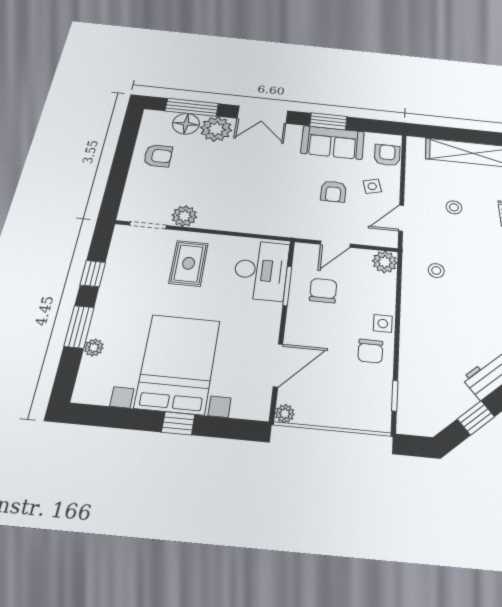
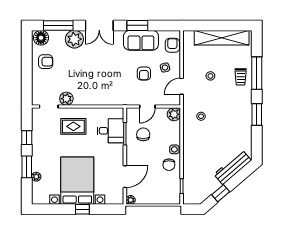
floor lamp: (186, 124) -> (41, 38), moved
rug: (189, 263) -> (73, 126), turned 90
desk: (261, 270) -> (111, 131), width x0.73

